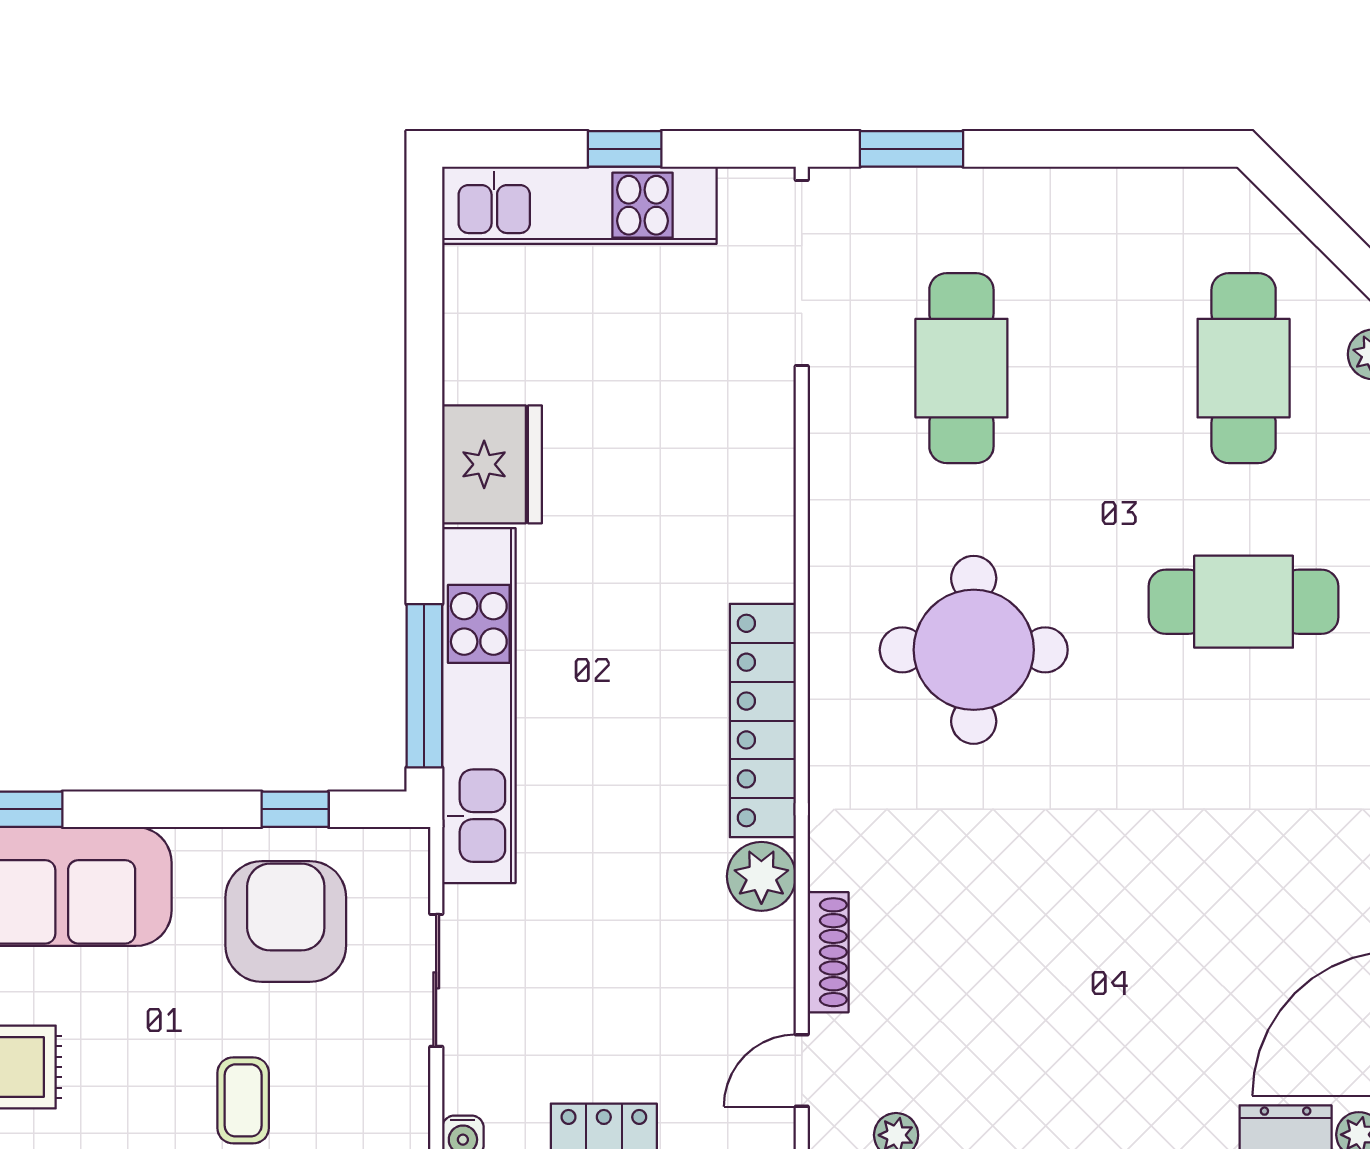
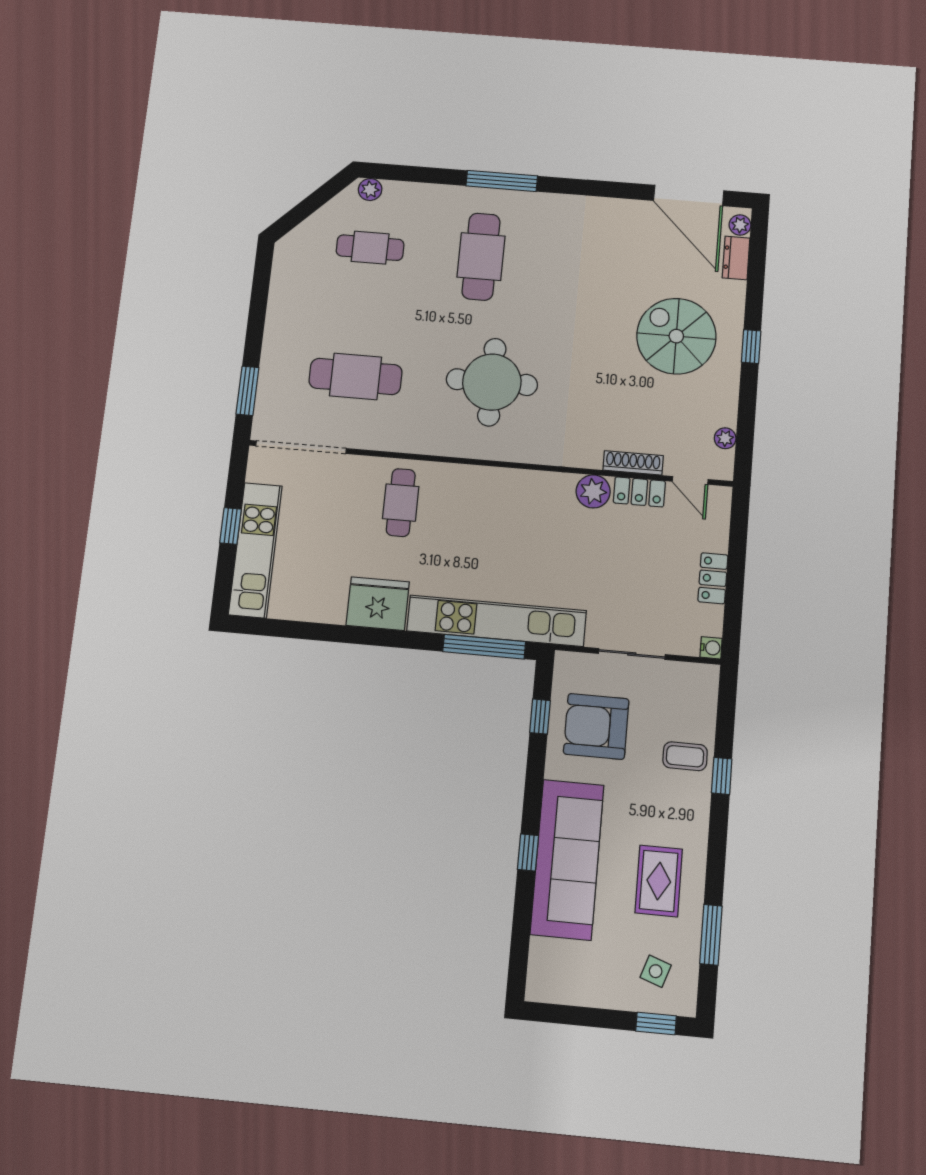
cafe table: (1244, 368) -> (370, 248), width x0.73, depth x0.74
cafe table: (704, 489) -> (401, 503), added
locker: (763, 721) -> (639, 492), moved, width x0.46, depth x0.83
spiral stairs: (1105, 1020) -> (676, 336), added

